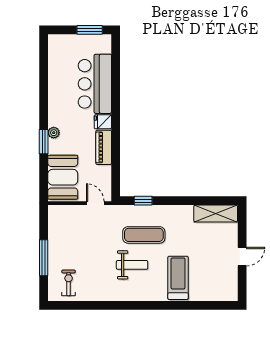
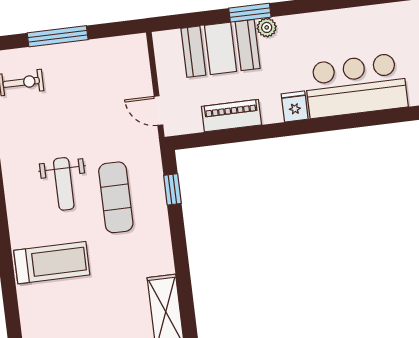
piano: (104, 147) -> (231, 116), moved
booth: (63, 177) -> (220, 48), moved
door: (95, 203) -> (158, 111), swing flipped

